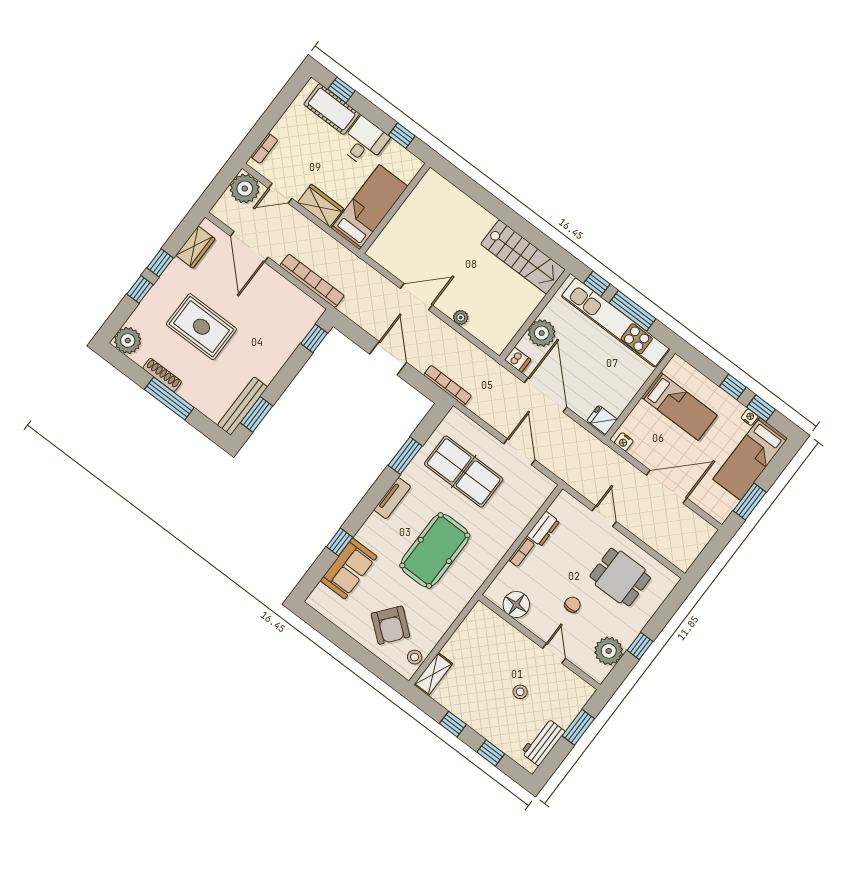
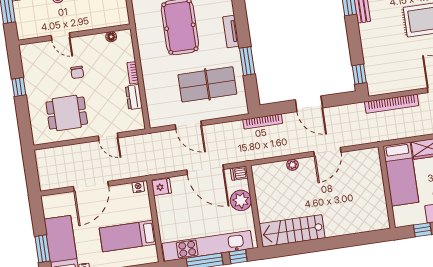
window: (750, 502) -> (42, 249), moved
floor lamp: (516, 605) -> (111, 37), width x0.53, depth x0.53
plant: (609, 651) -> (33, 67), removed

